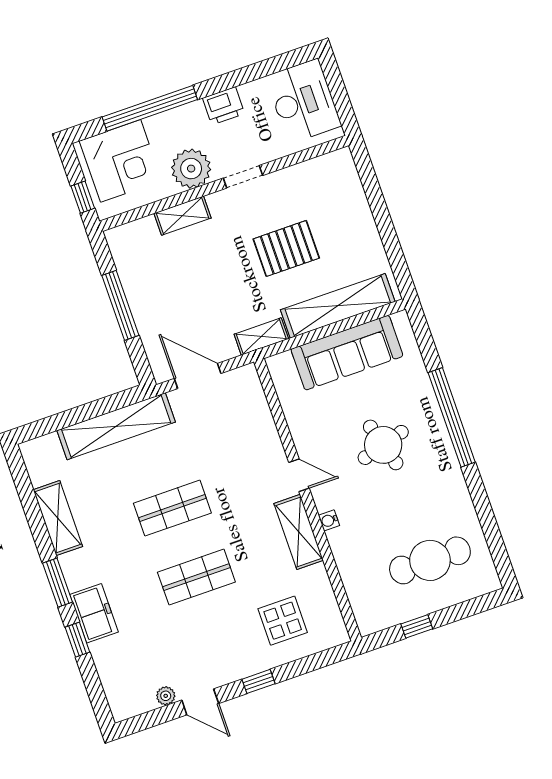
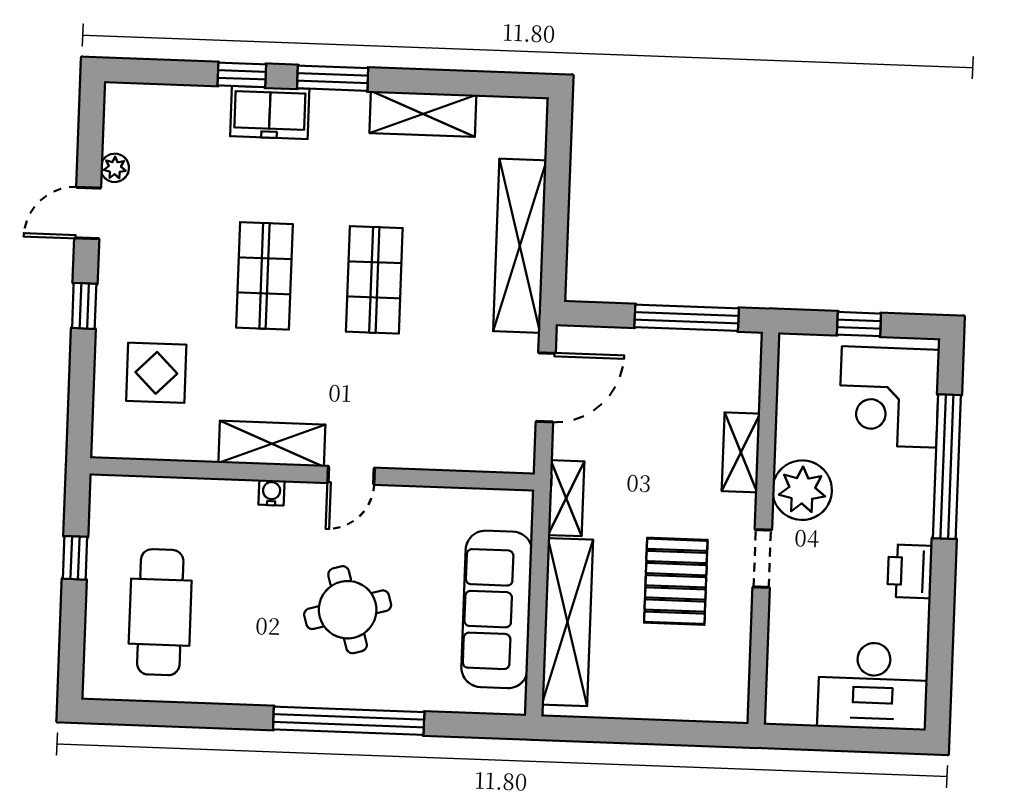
plant: (191, 169) -> (802, 490), moved
doorway: (243, 177) -> (762, 558), moved
wall: (224, 183) -> (763, 528), moved
shelving: (182, 216) -> (741, 452), moved

